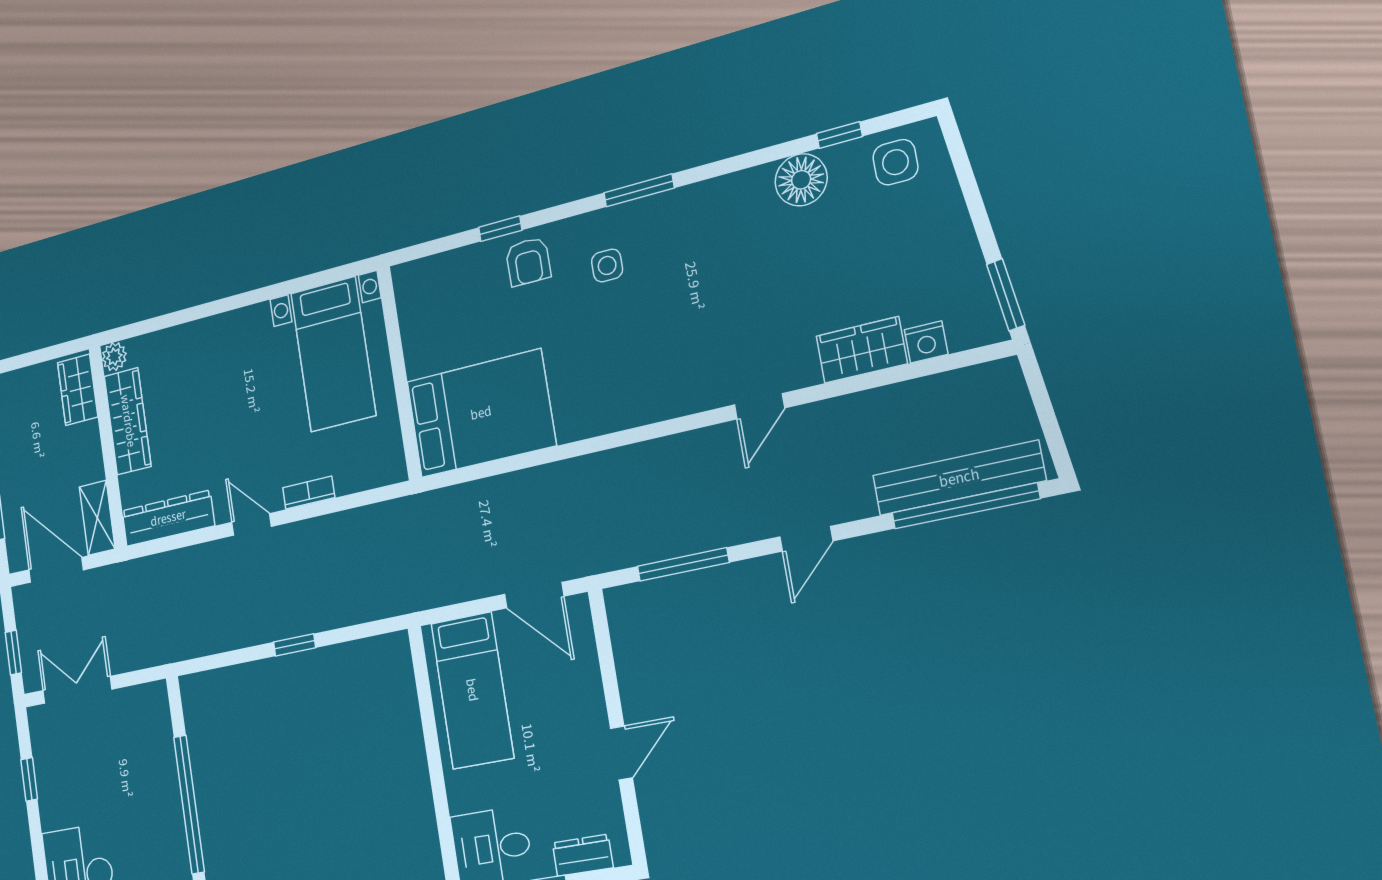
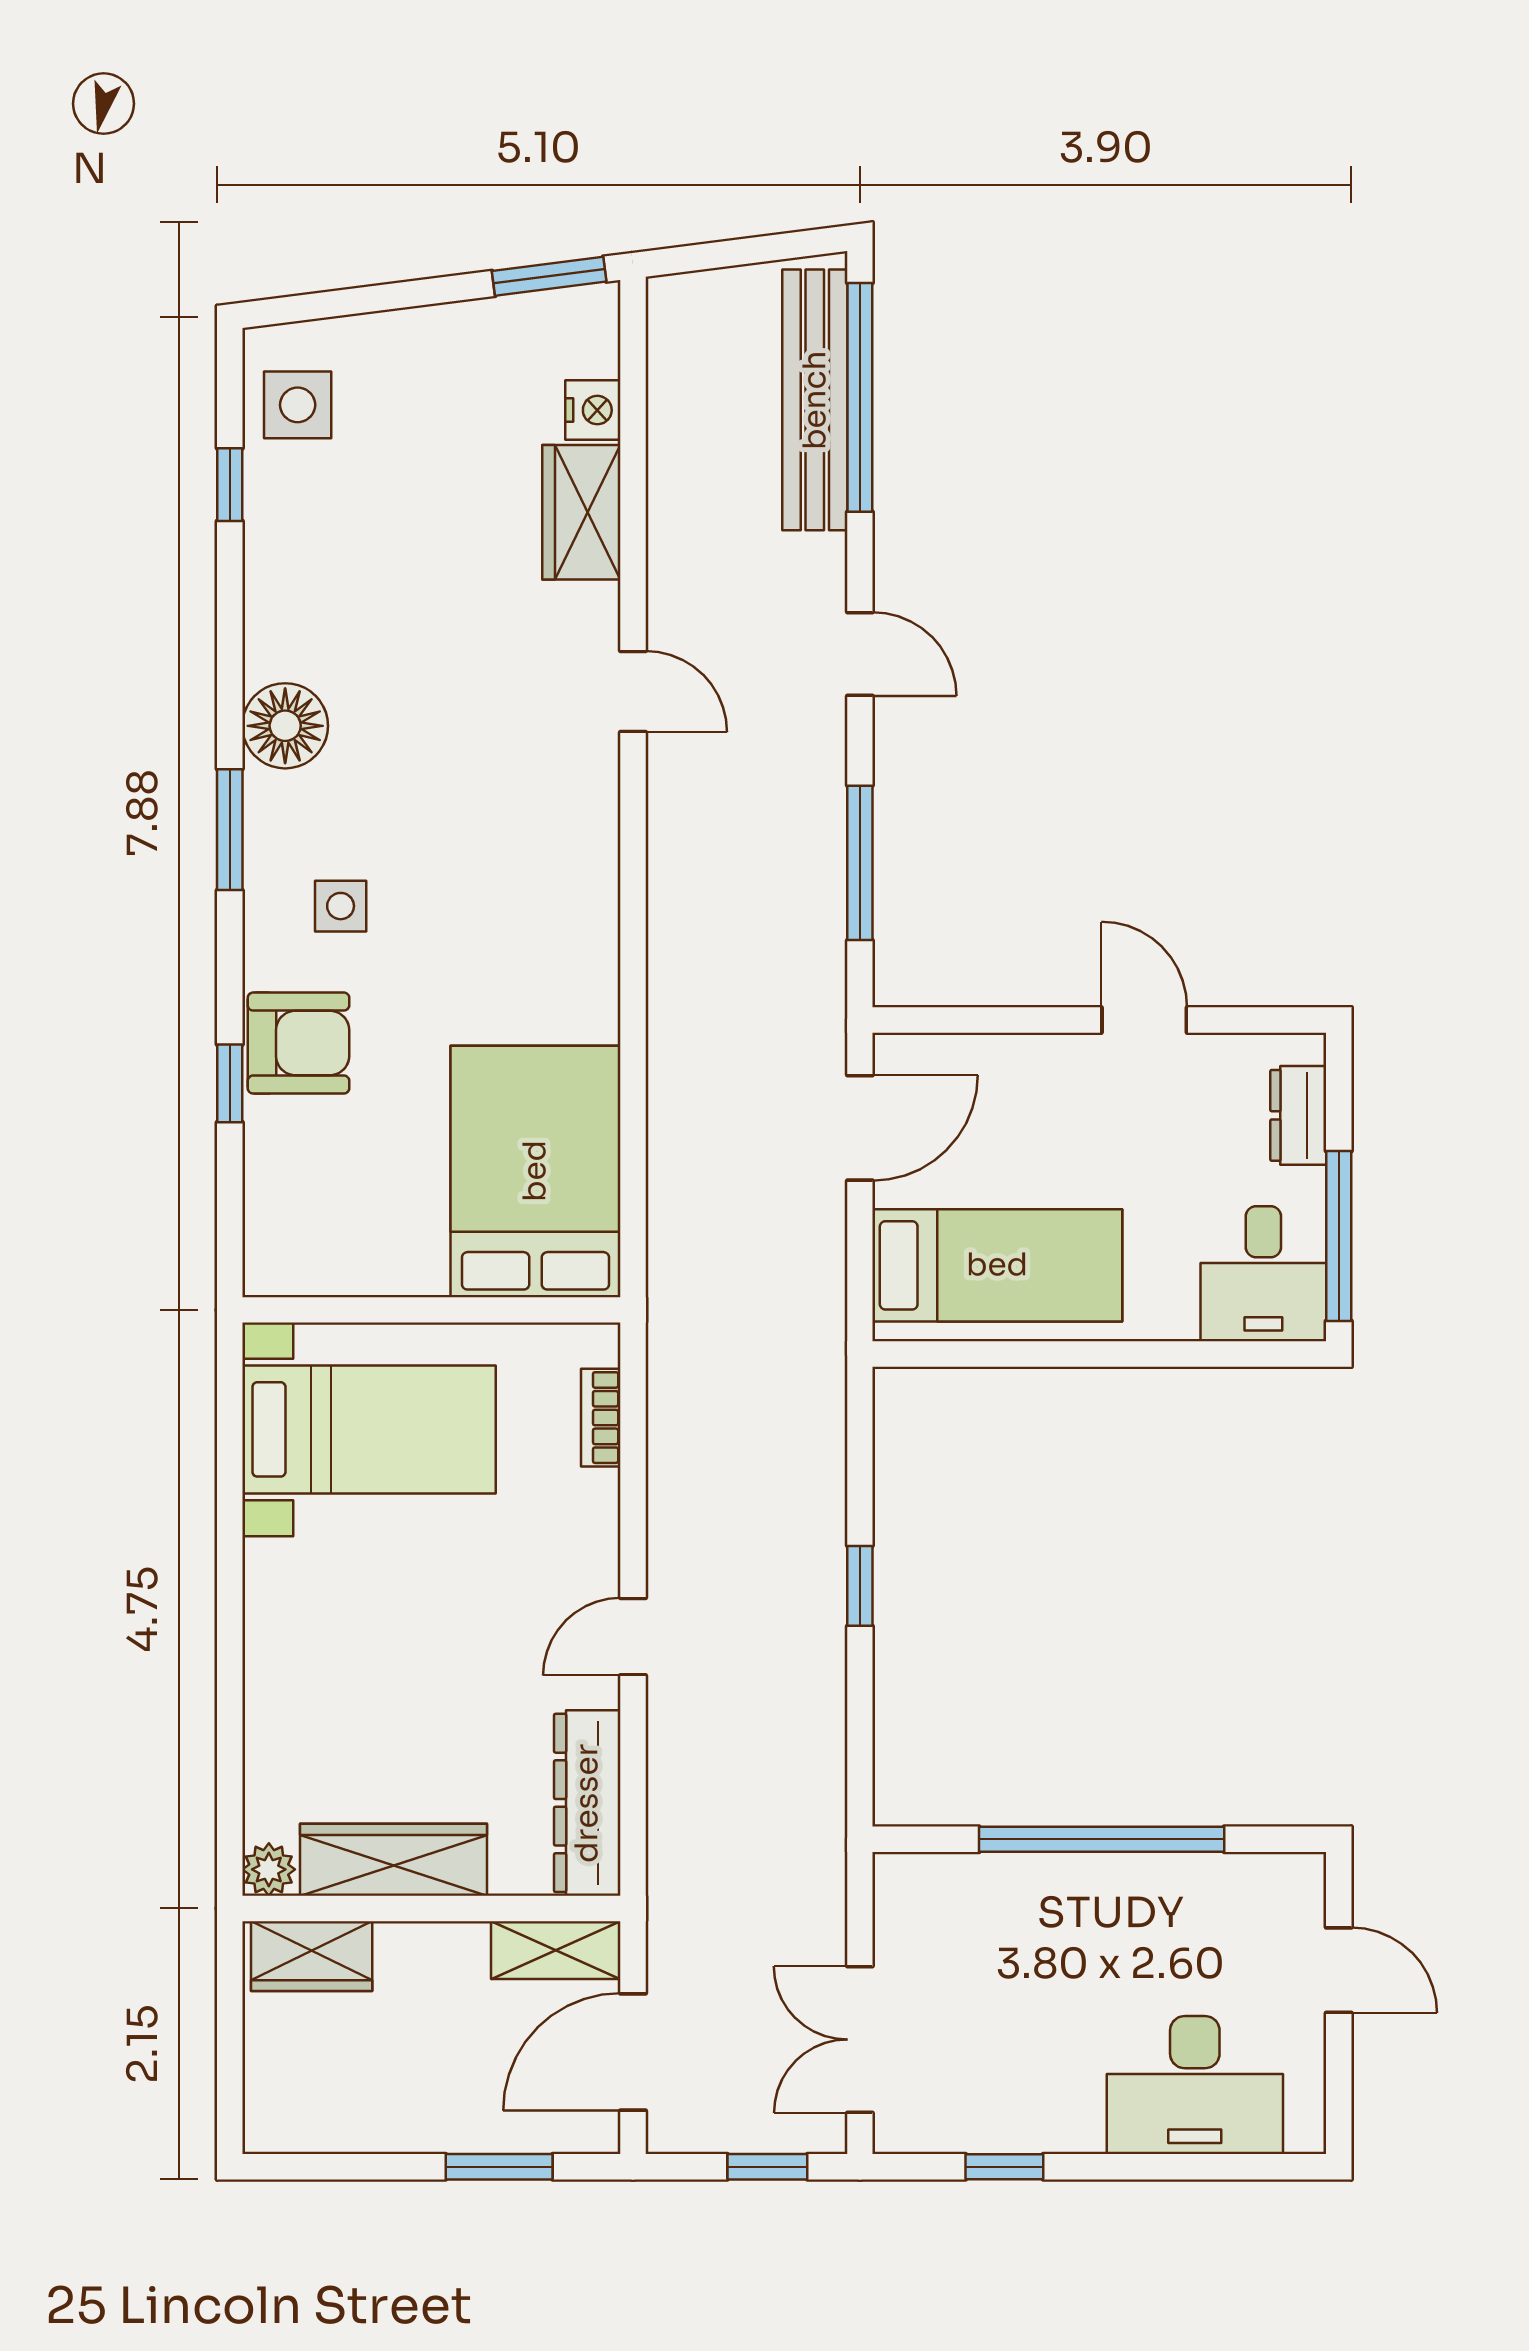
floor lamp: (801, 180) -> (285, 726), moved
armchair: (528, 261) -> (298, 1043), width x1.38, depth x1.38
bookcase: (309, 493) -> (601, 1418), moved

